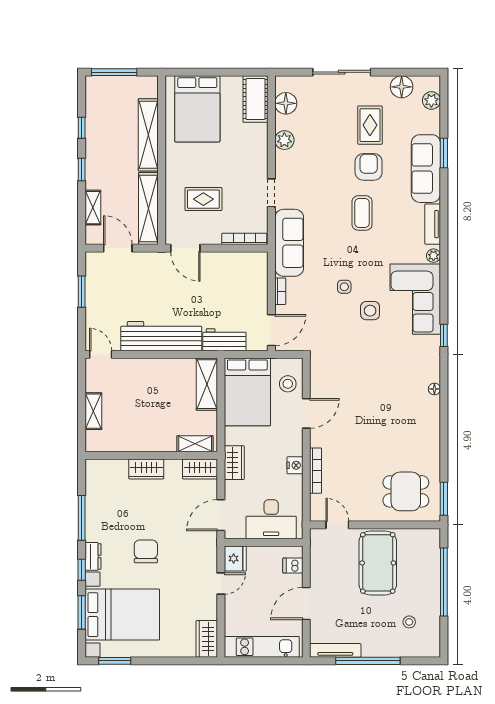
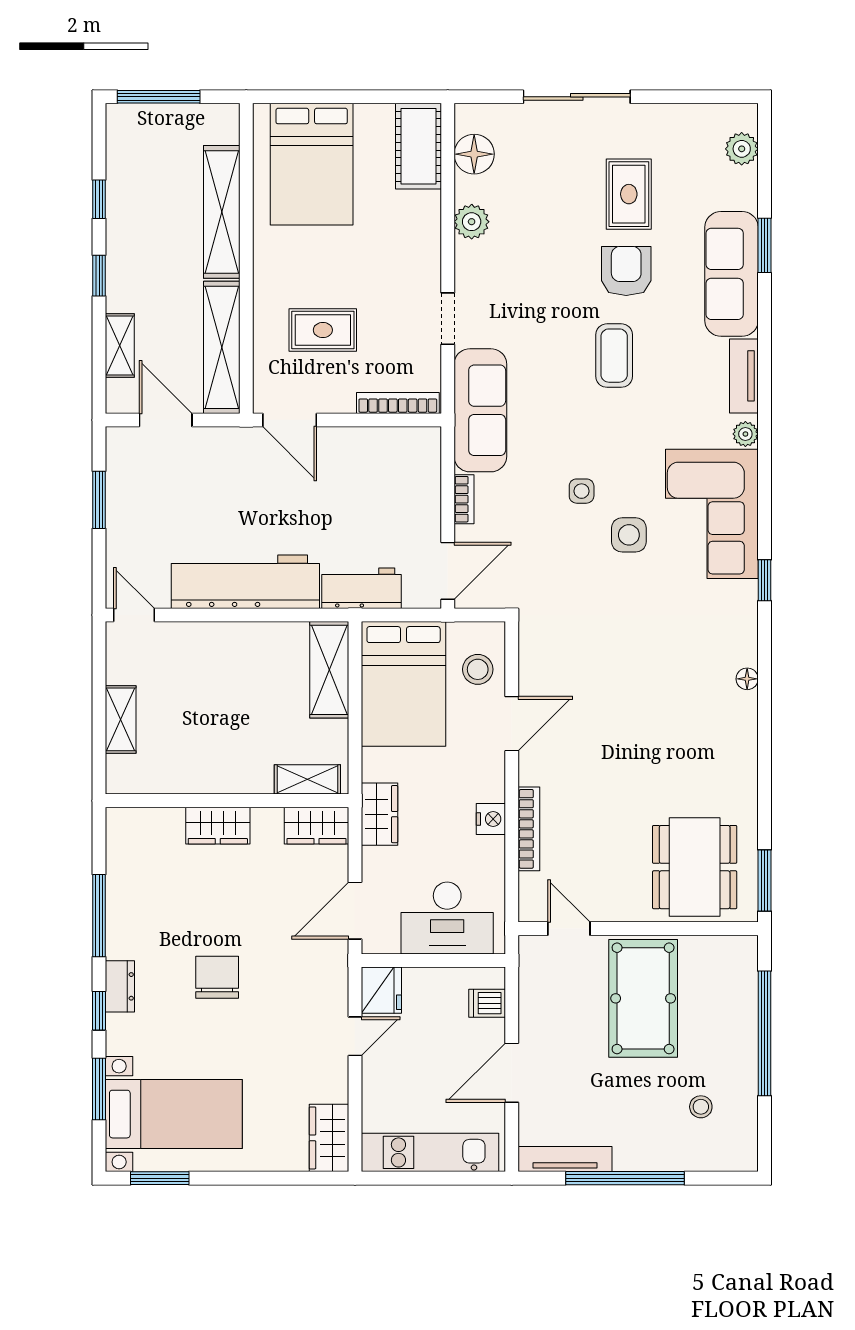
floor lamp: (402, 87) -> (687, 124), removed
dining table: (406, 491) -> (695, 867), width x1.38
bed with nightstands: (122, 615) -> (174, 1114), width x0.73

